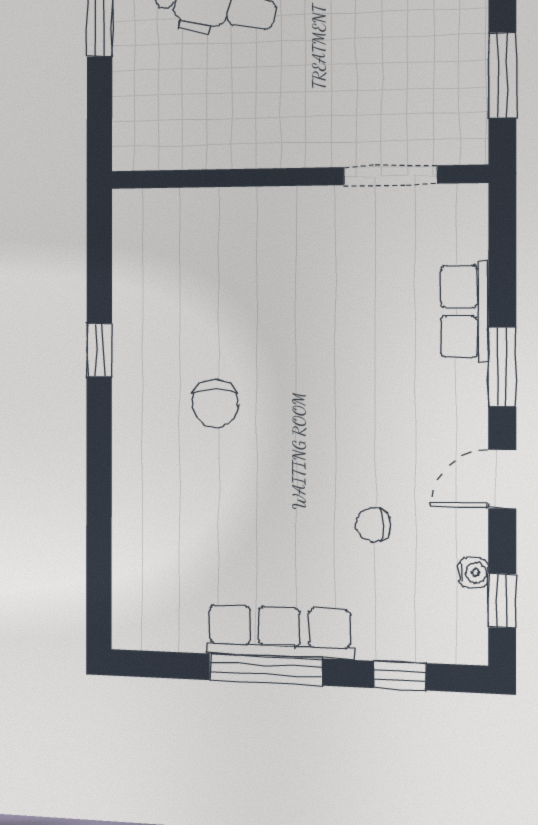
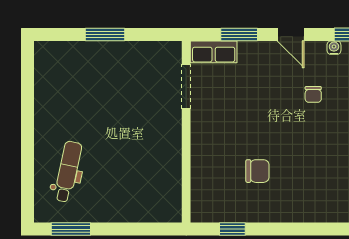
doorway: (391, 175) -> (186, 86), moved
wall: (296, 177) -> (186, 132), moved

